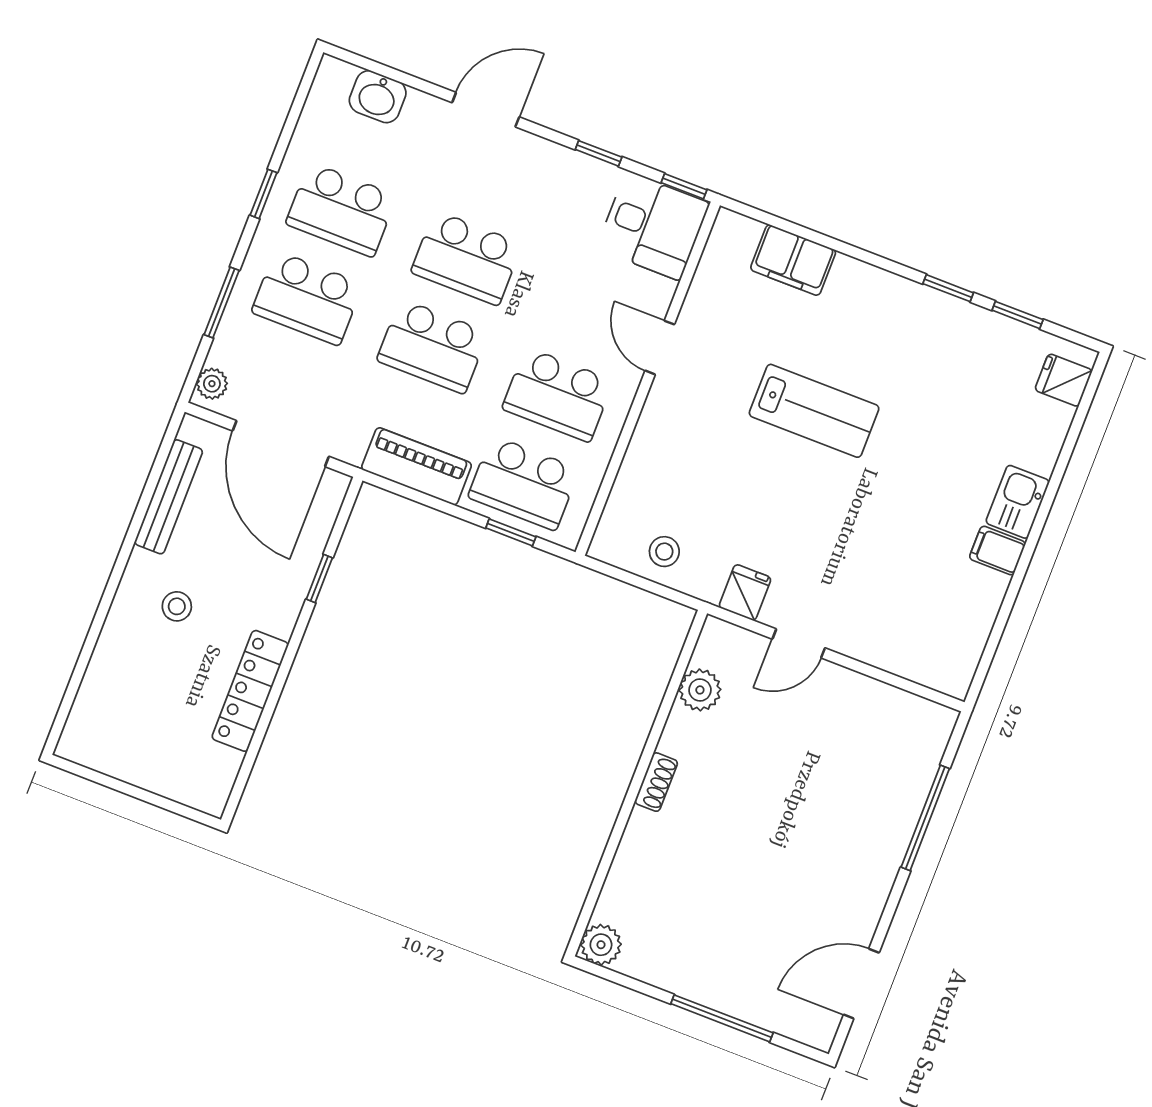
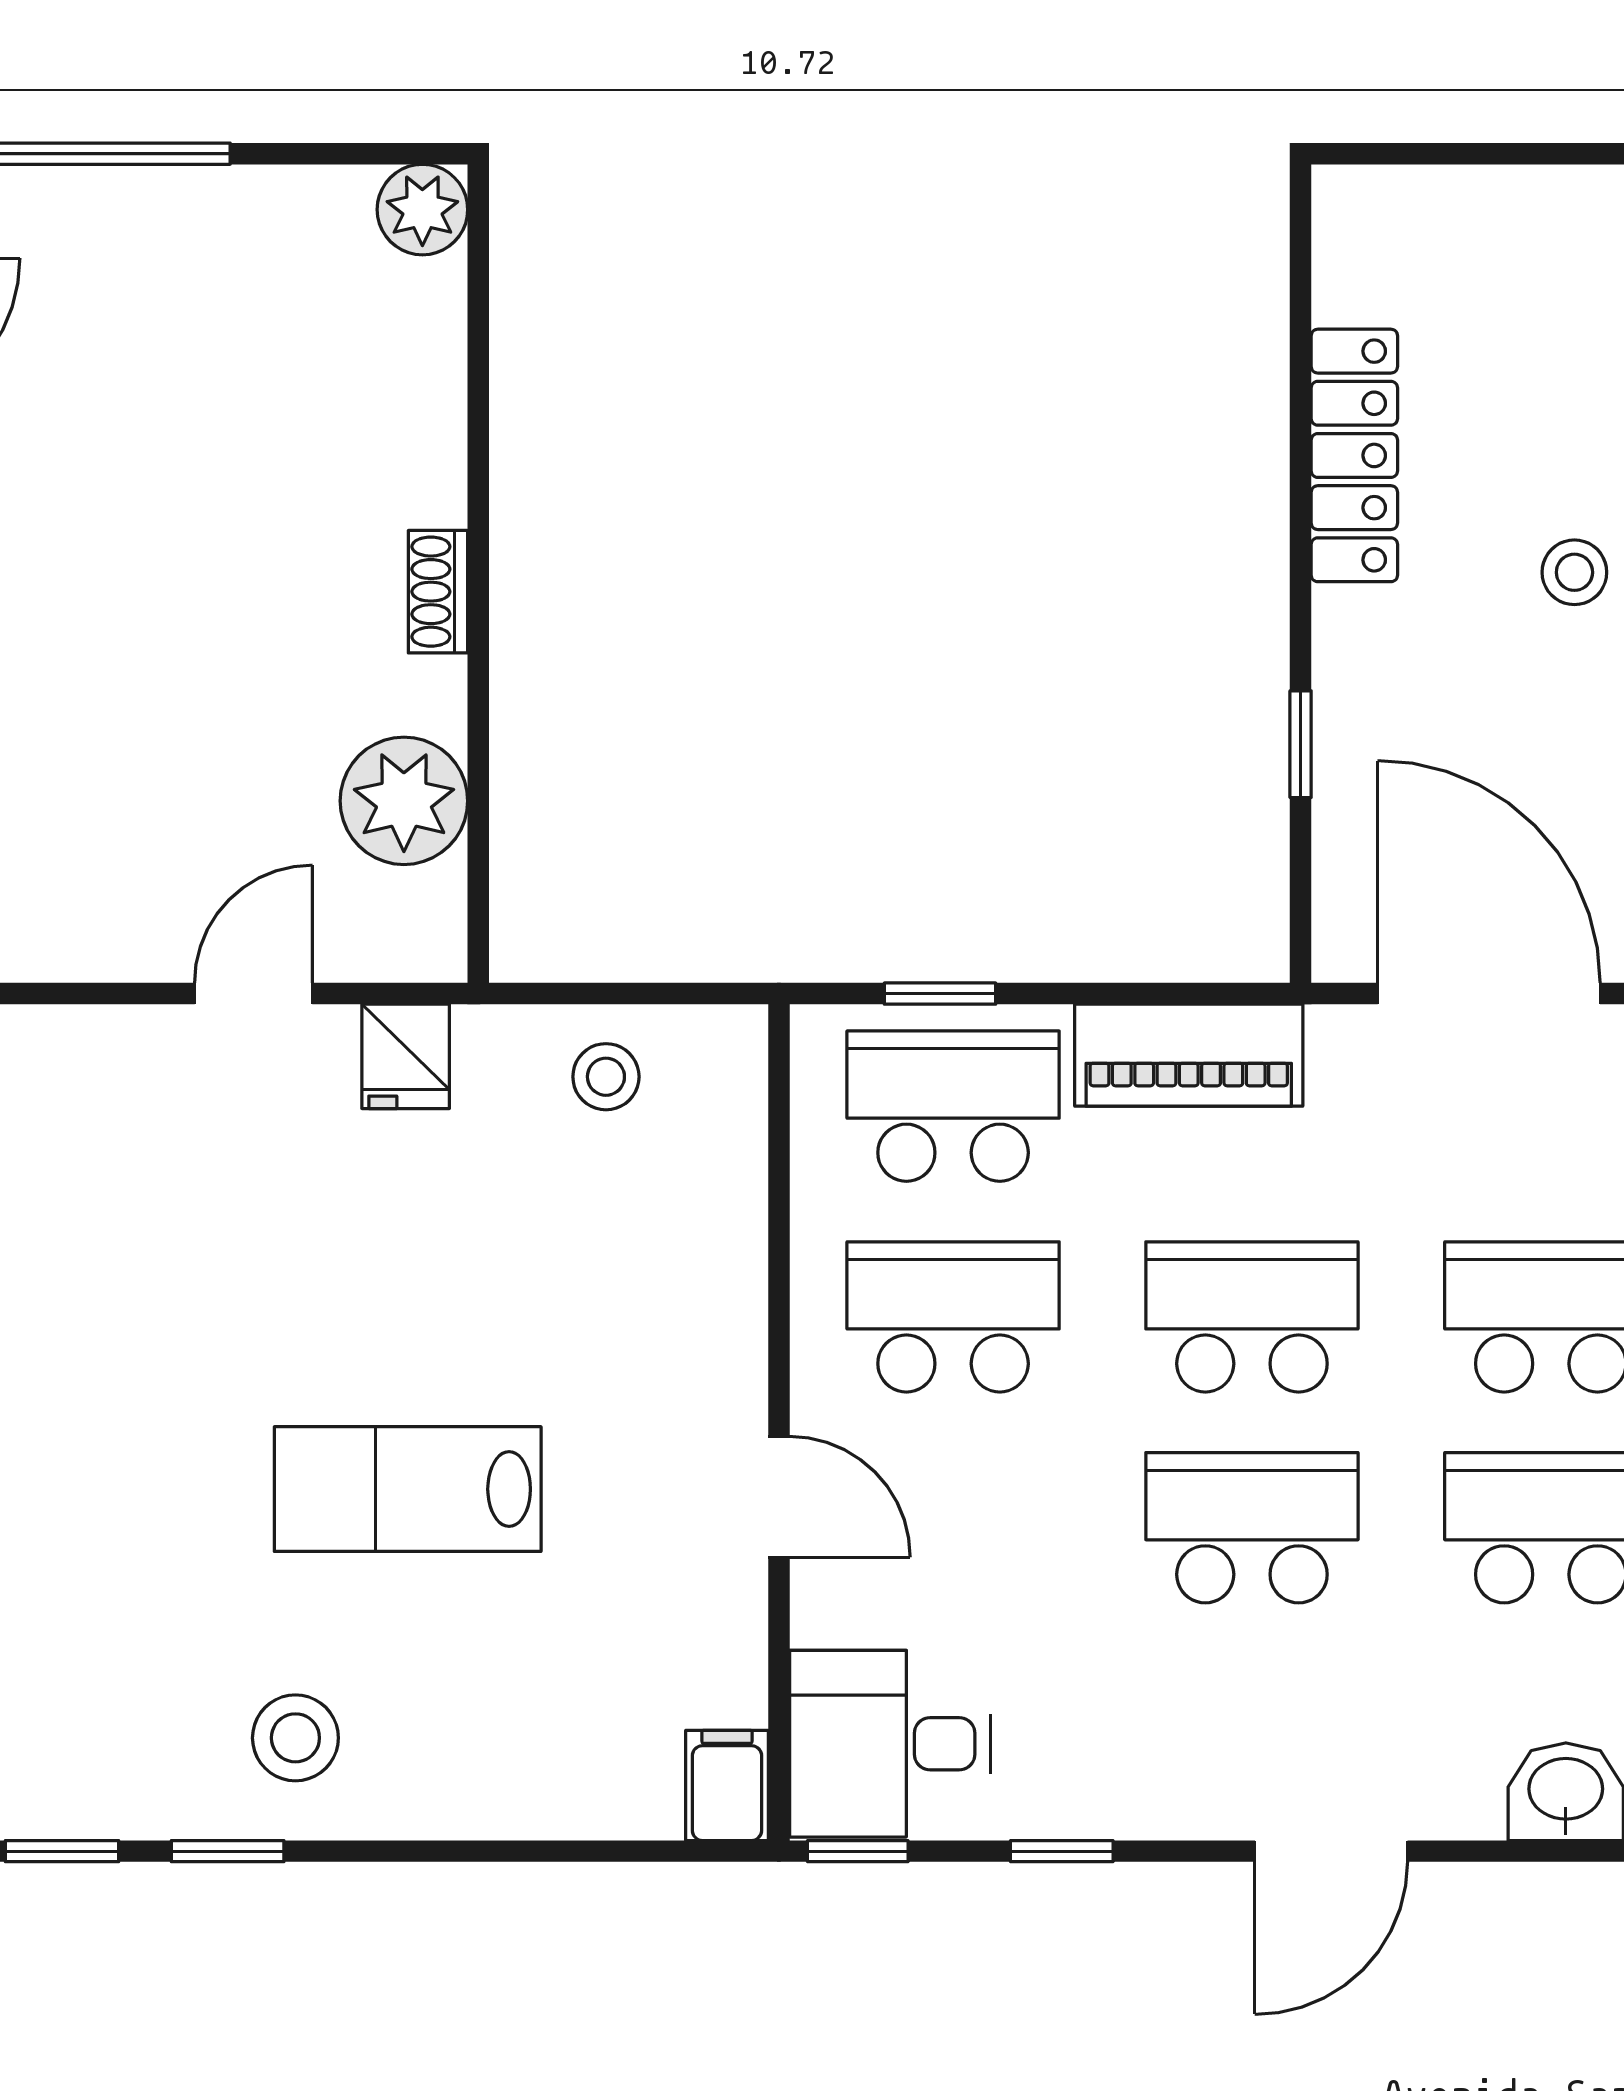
filing cabinet: (793, 260) -> (727, 1785), moved, width x0.50
stool: (901, 325) -> (295, 1738), added
plant: (700, 690) -> (404, 801), width x1.36, depth x1.36

